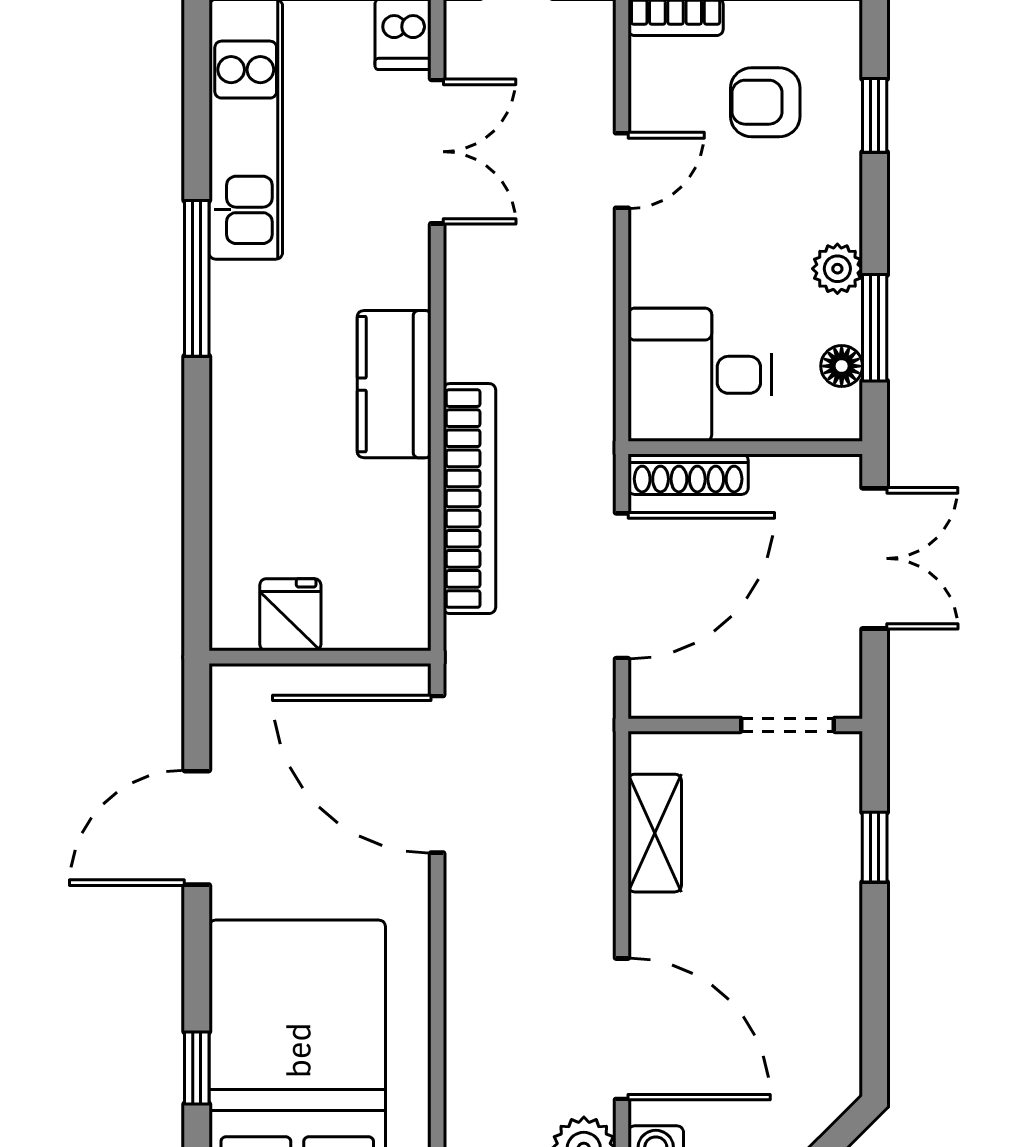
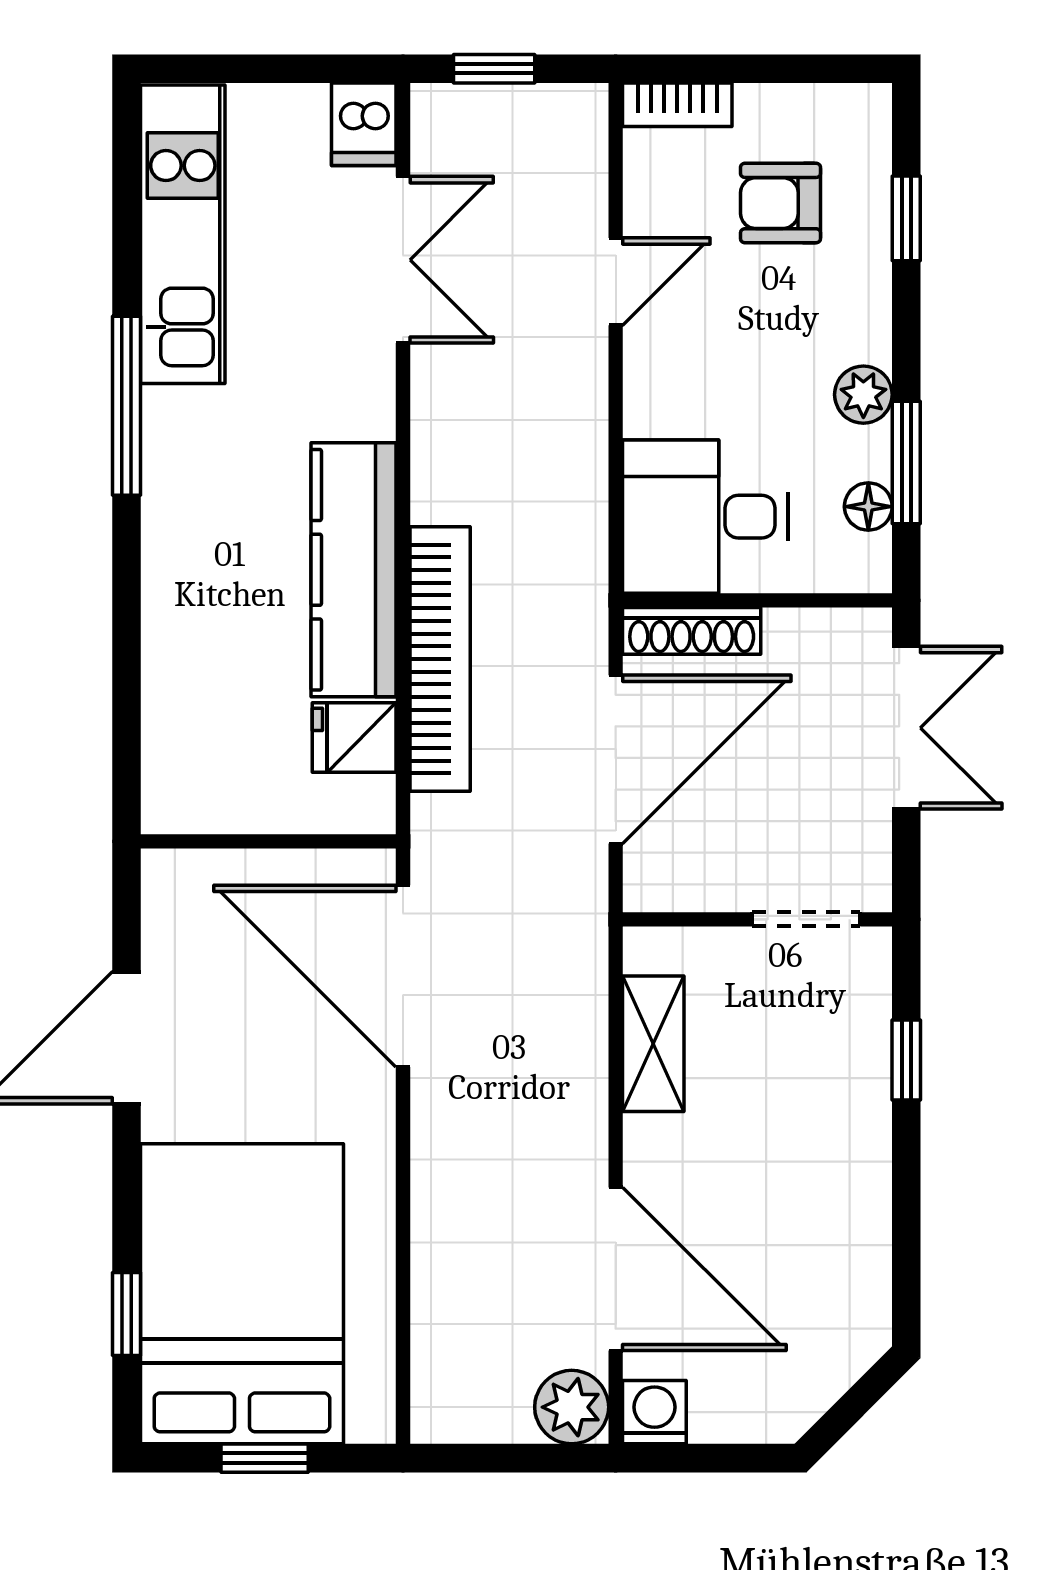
kitchen counter: (394, 384) -> (353, 570), width x1.50
fridge: (290, 615) -> (354, 738), moved, turned -90

